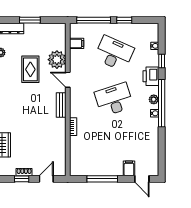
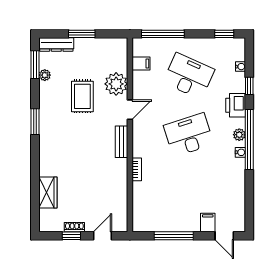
window: (124, 20) -> (224, 34), moved
door: (68, 80) -> (130, 110), swing flipped

